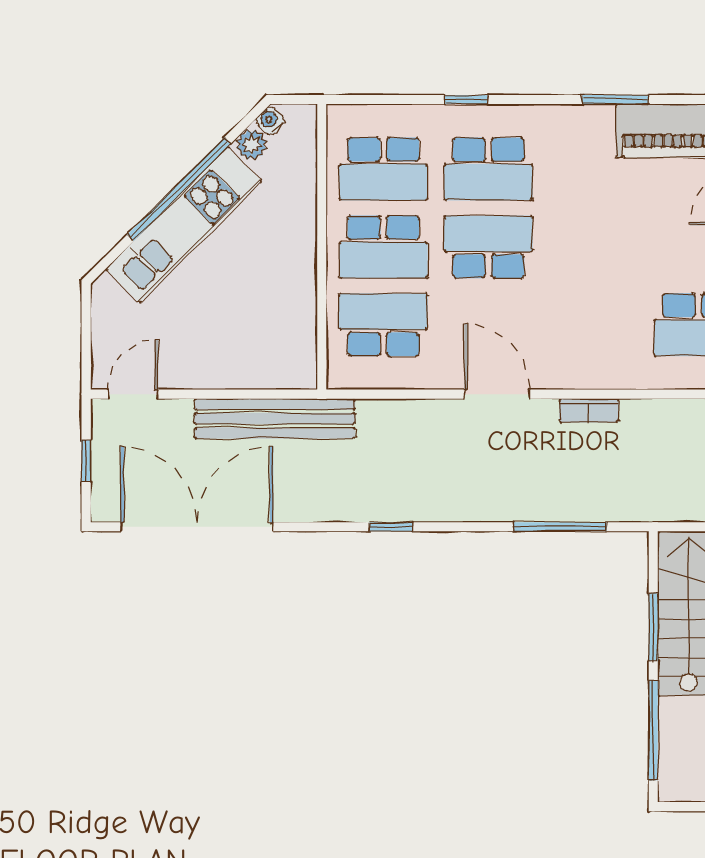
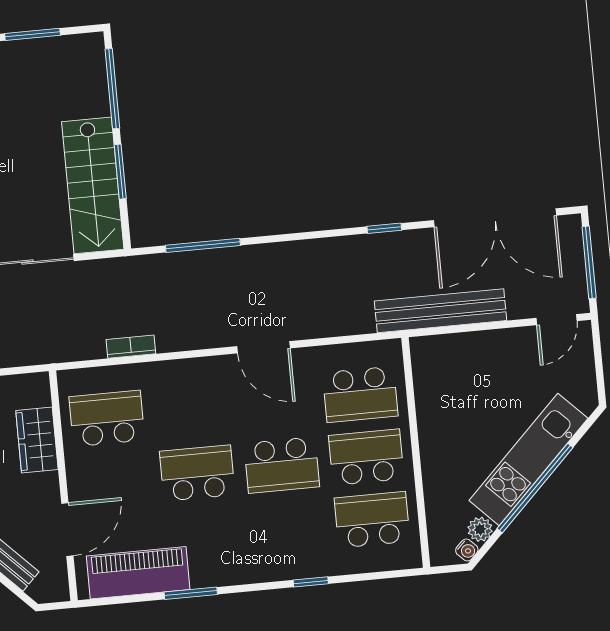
school desk: (488, 169) -> (197, 473), moved
bookcase: (589, 410) -> (131, 347), moved
window: (86, 461) -> (589, 262), width x2.17
window: (391, 527) -> (384, 228), moved

